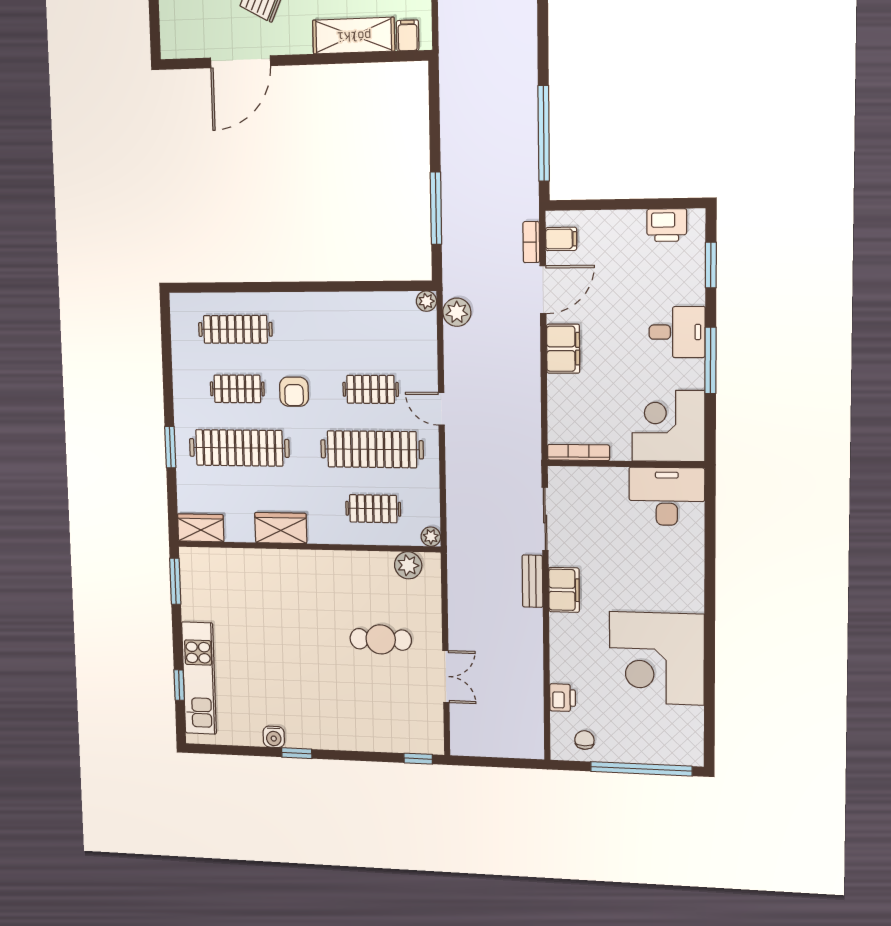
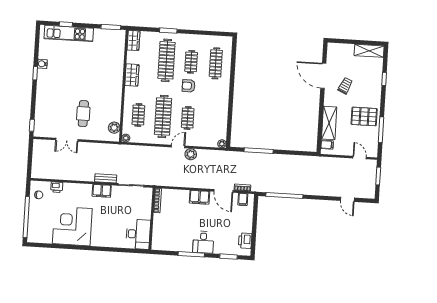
plant: (457, 312) -> (191, 154), moved
corner desk: (668, 426) -> (166, 237), removed

